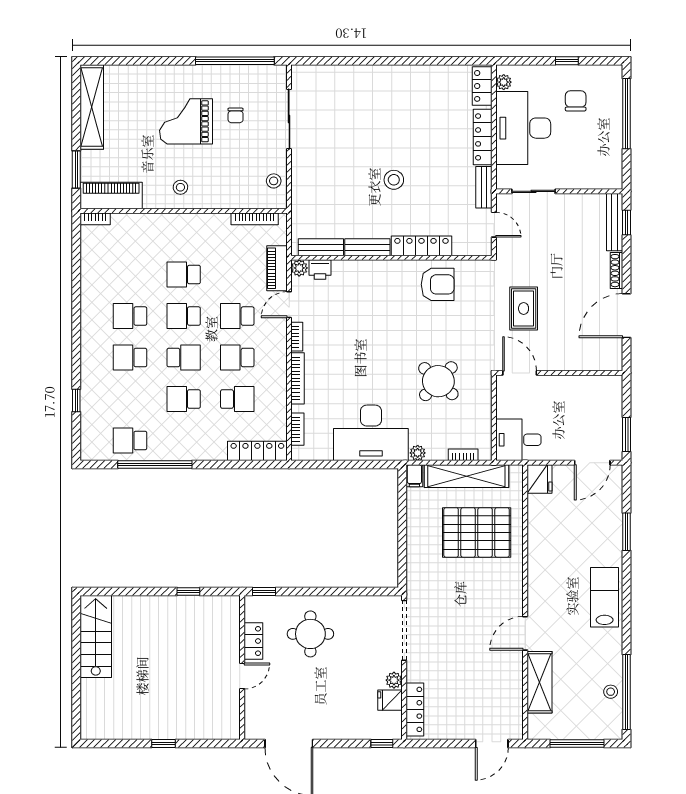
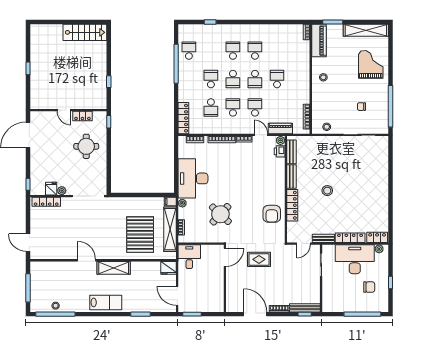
grand piano: (186, 121) -> (371, 64), moved
school desk: (184, 316) -> (255, 79), turned 180
shelving: (539, 682) -> (114, 268), moved

